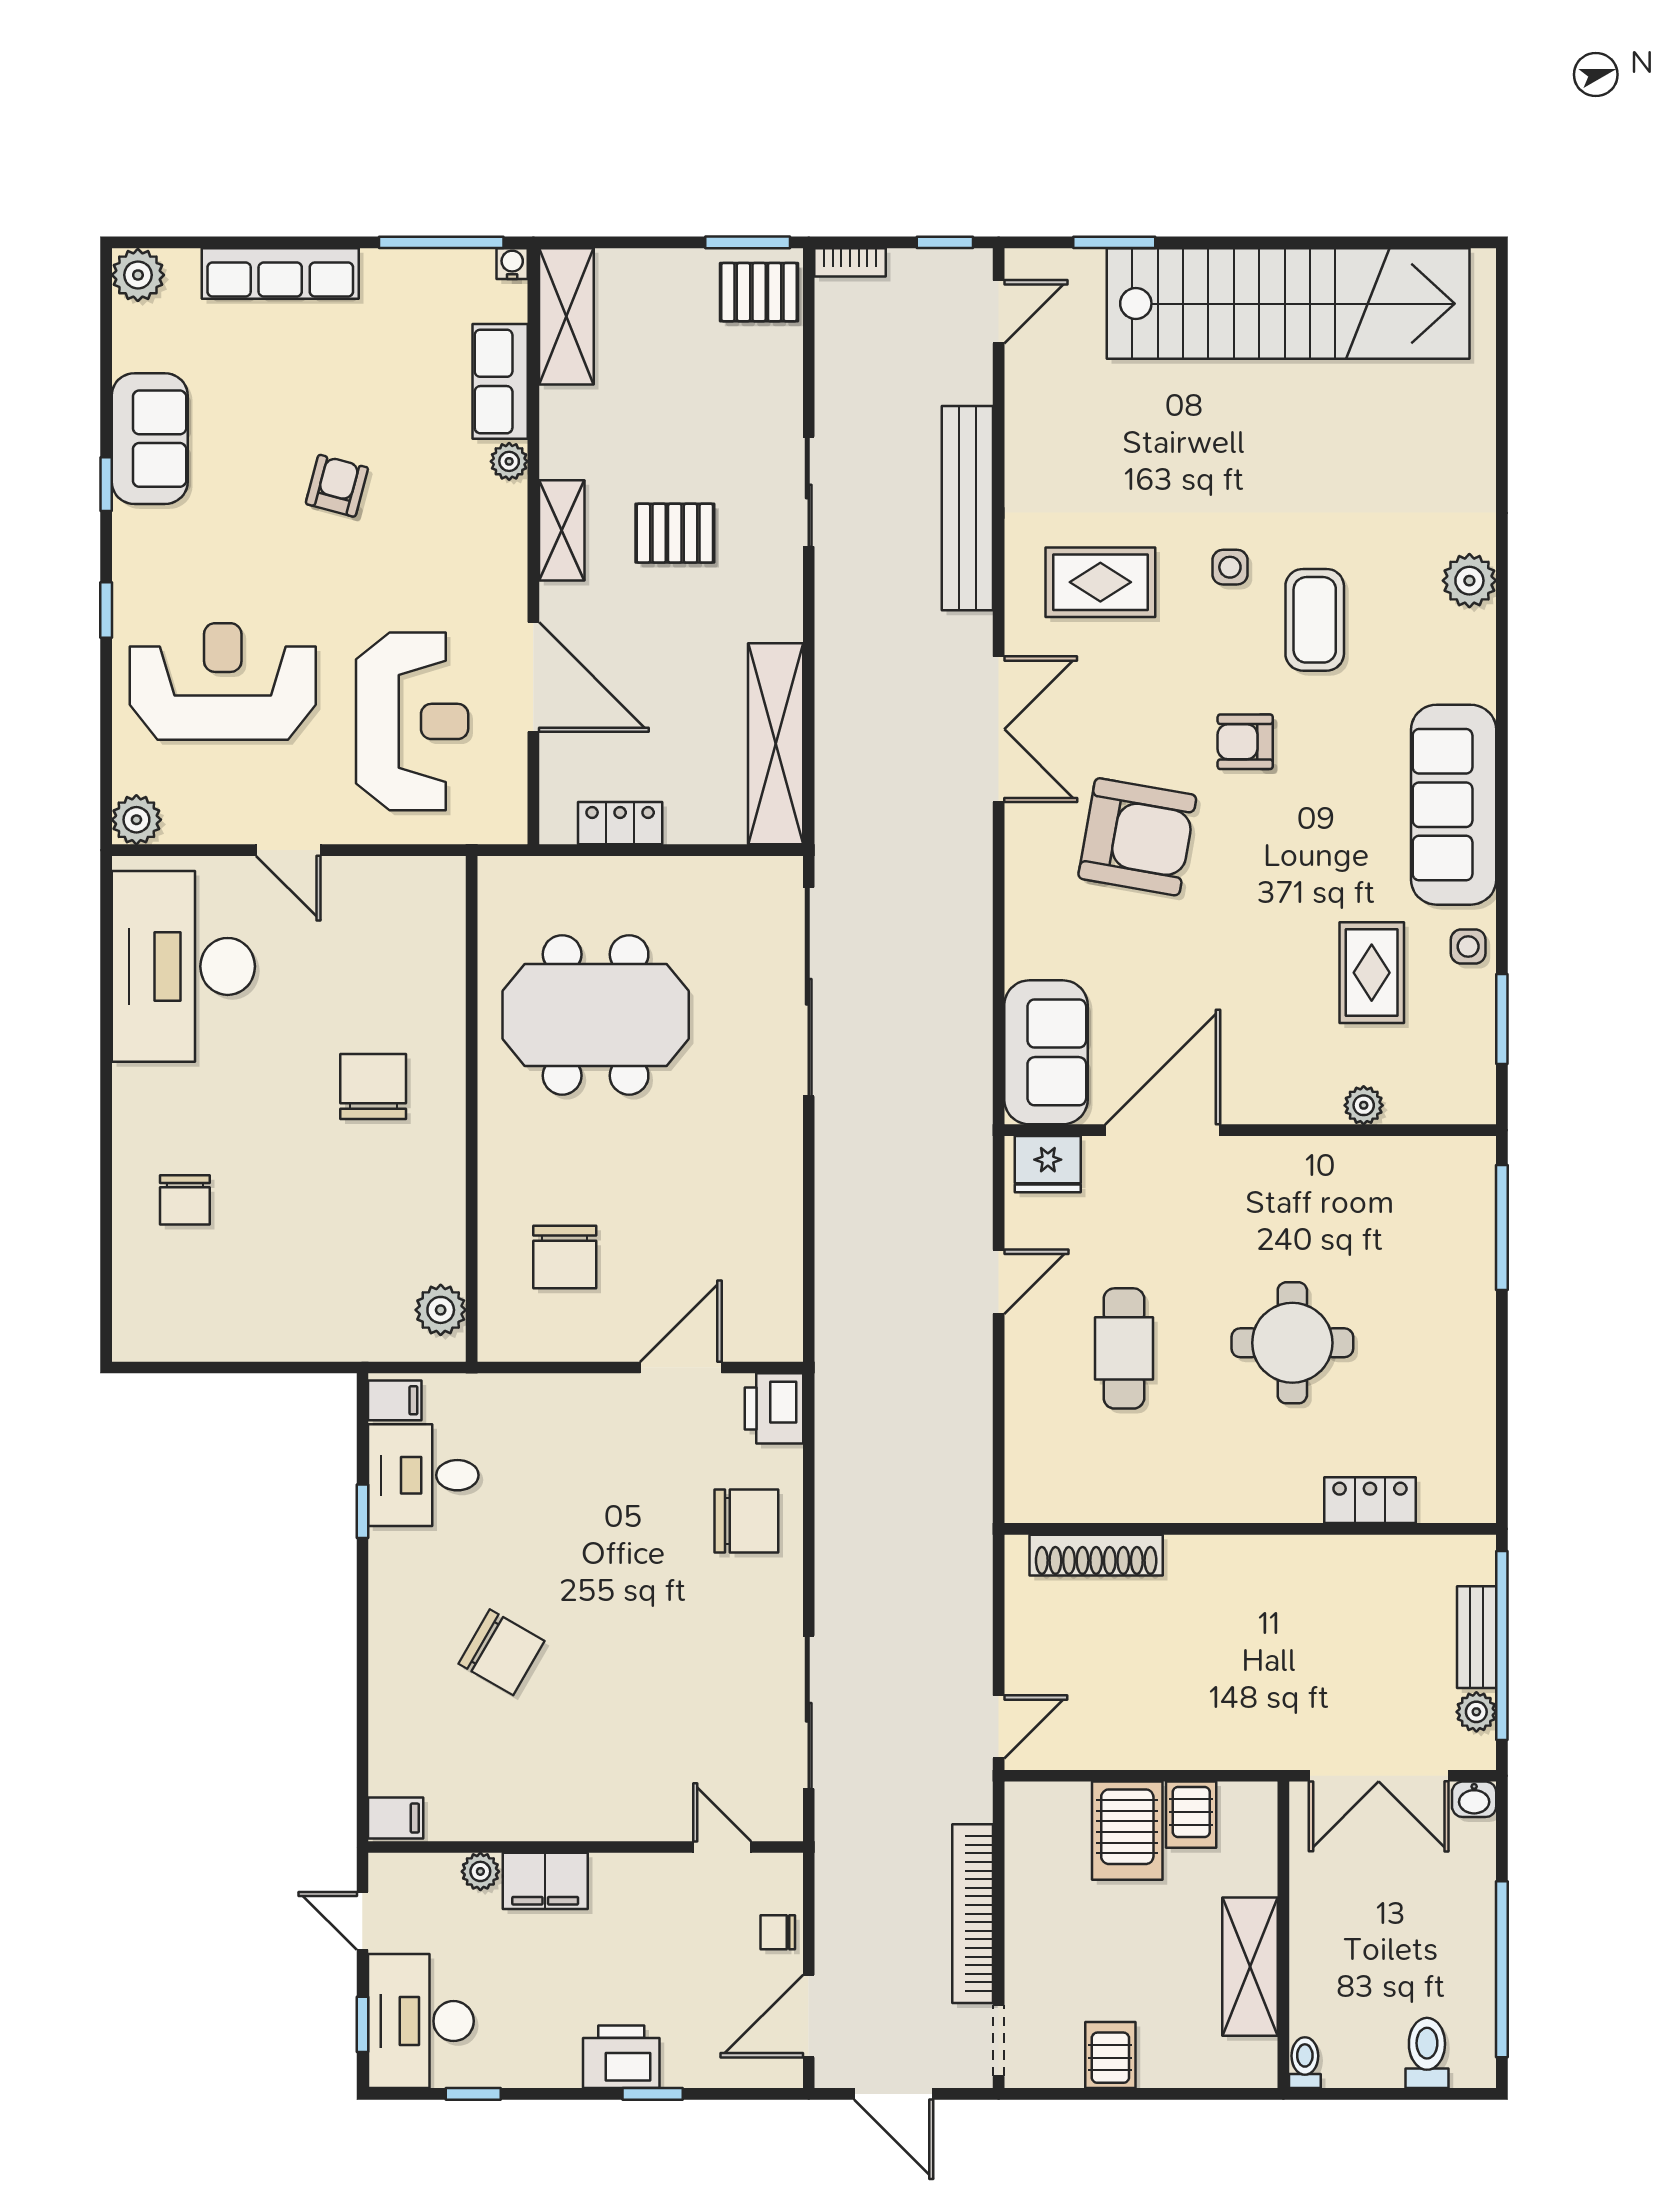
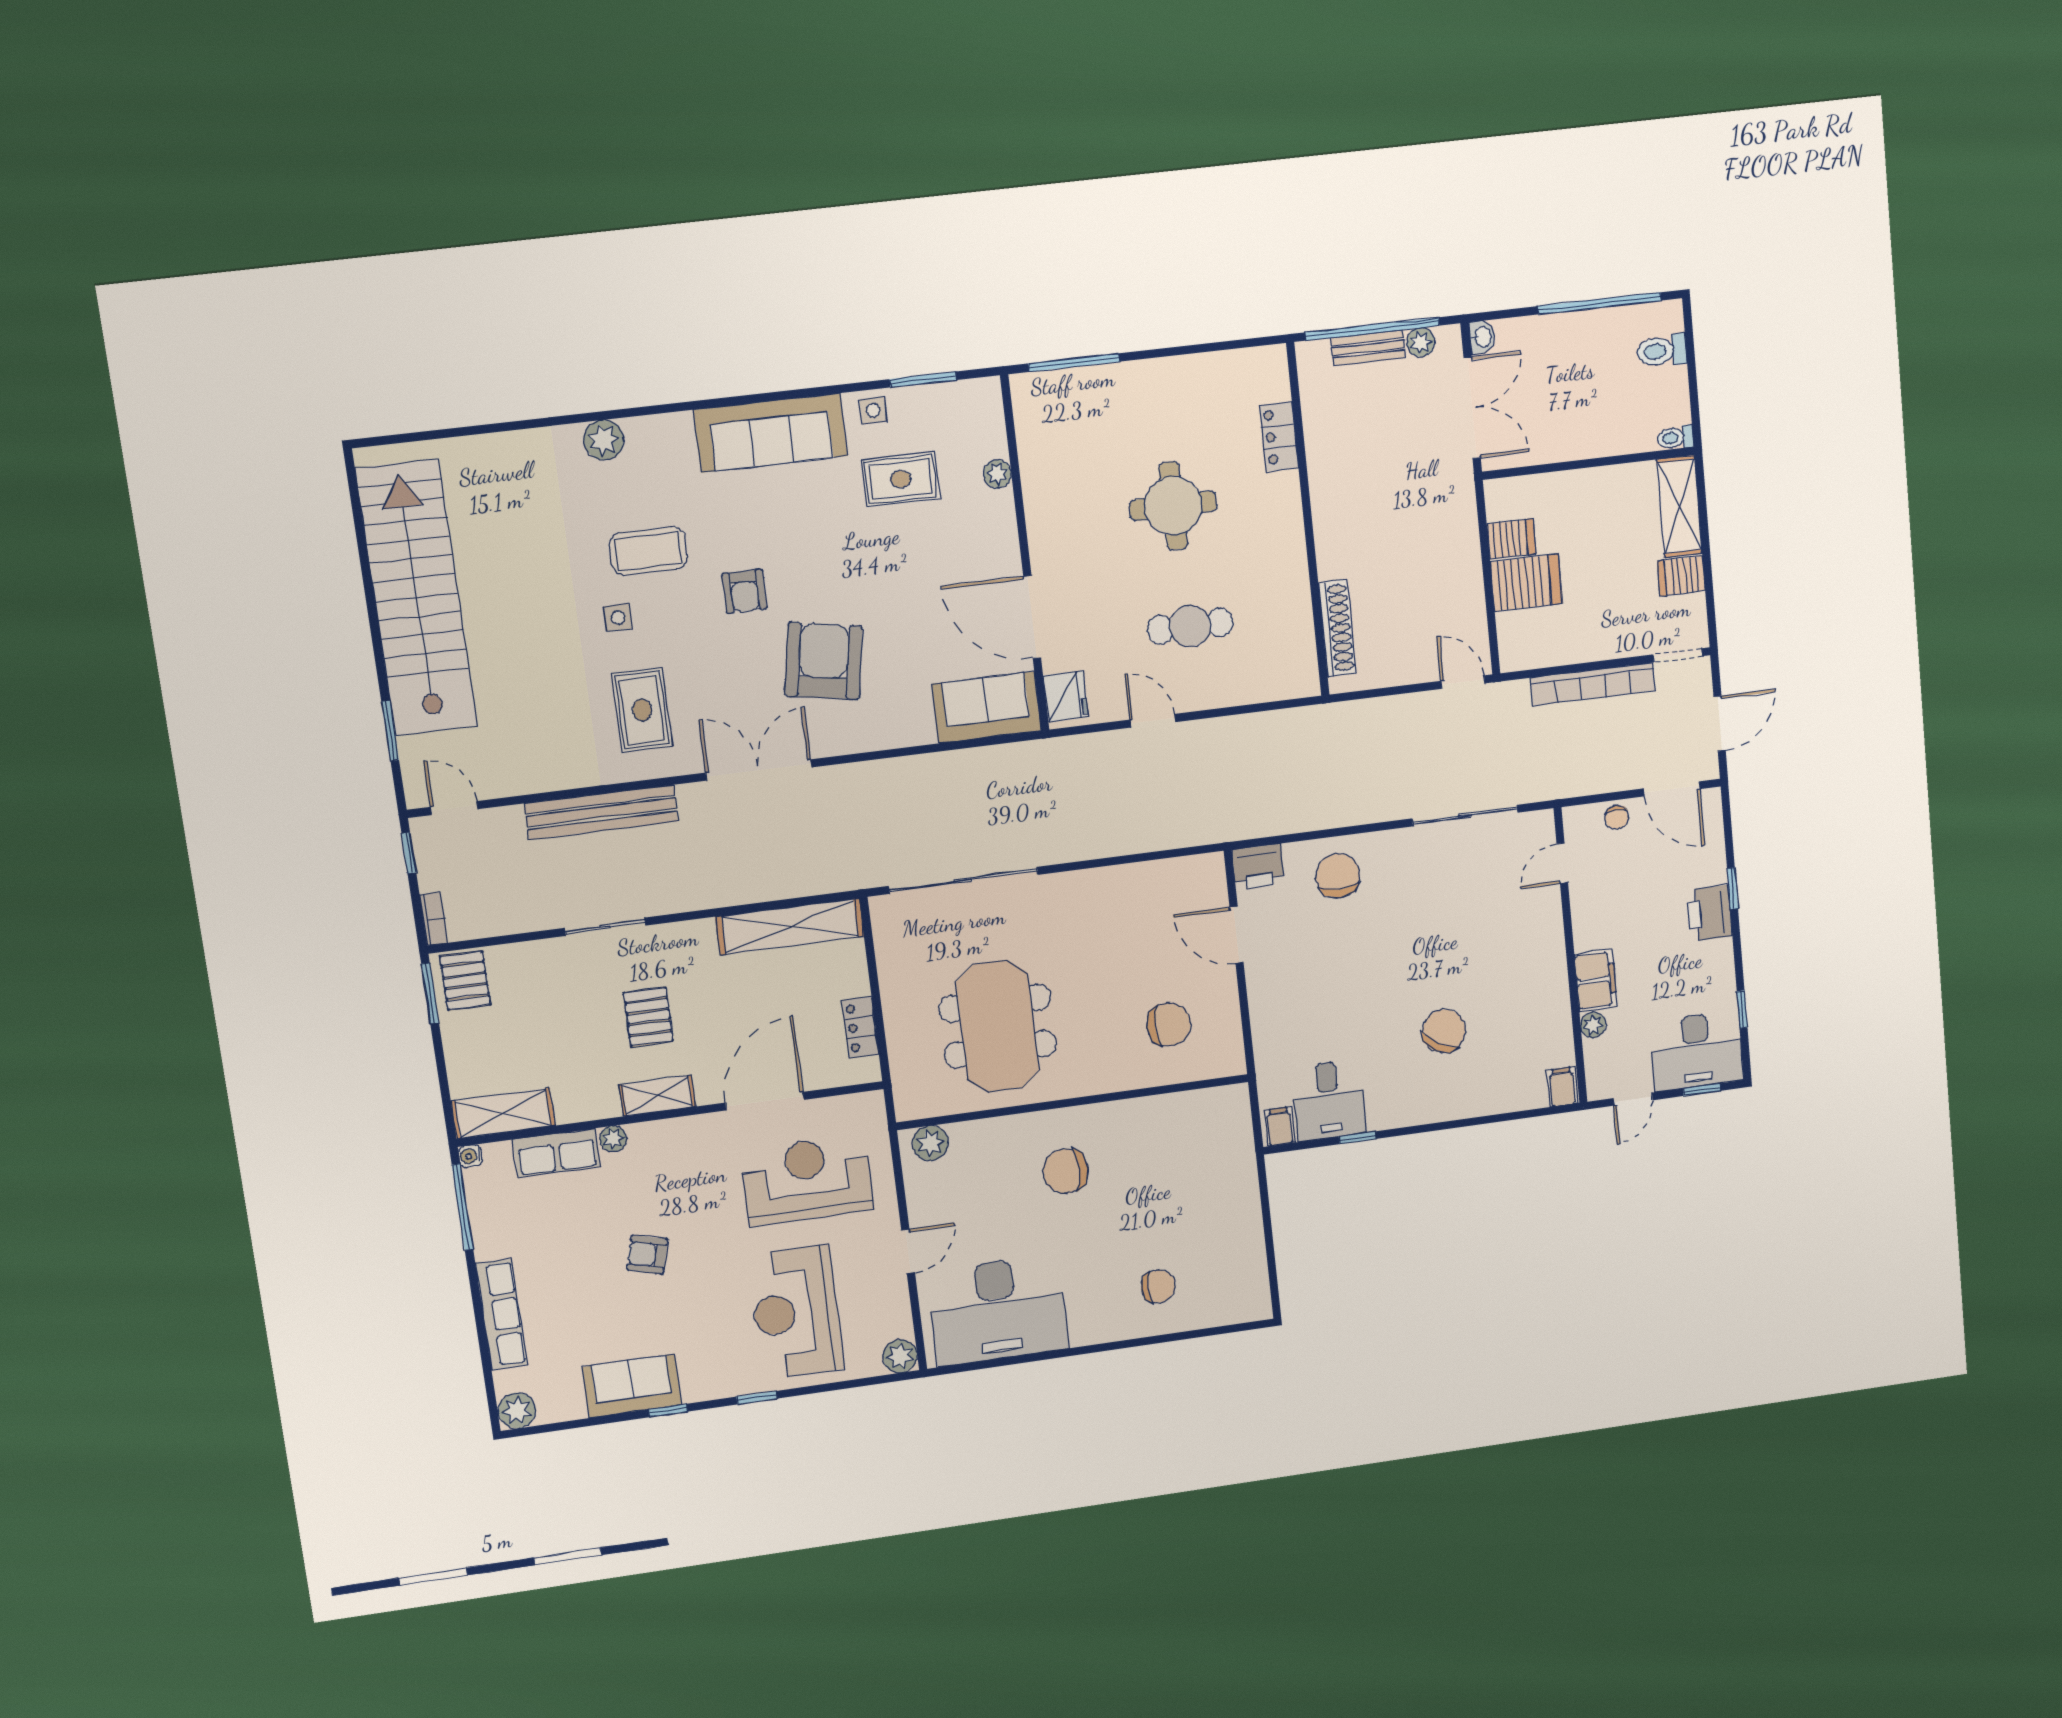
plant: (441, 1310) -> (931, 1143), moved
shelving: (1250, 1967) -> (1679, 506), moved, turned 90

